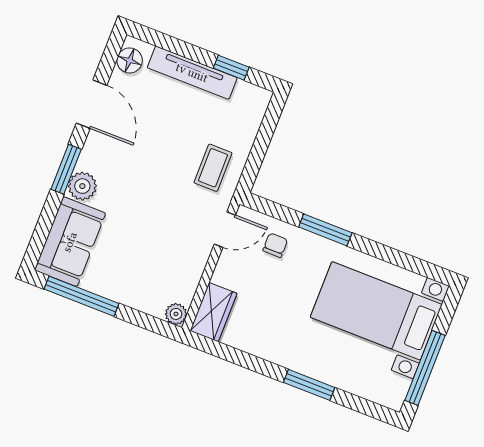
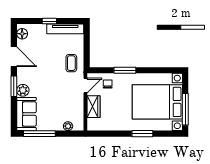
window: (231, 68) -> (49, 21), moved
tv unit: (192, 73) -> (65, 29), moved
bed with nightstands: (376, 311) -> (157, 102), width x1.36
wardrobe: (213, 312) -> (94, 107), moved
plant: (176, 314) -> (68, 126), moved

